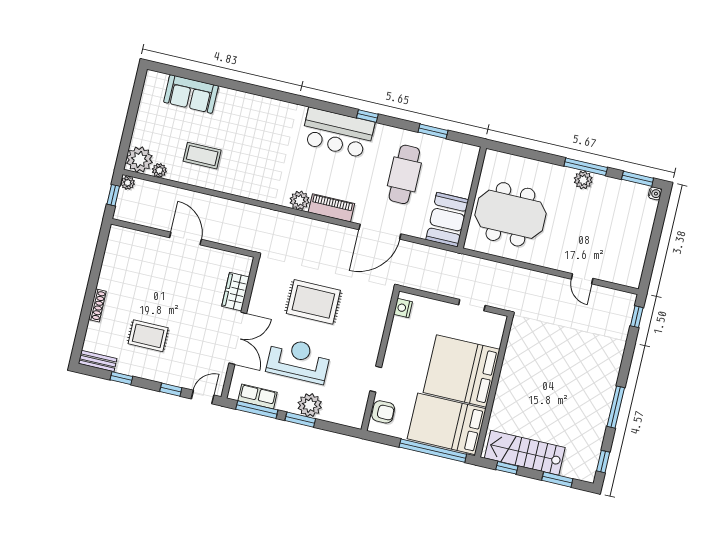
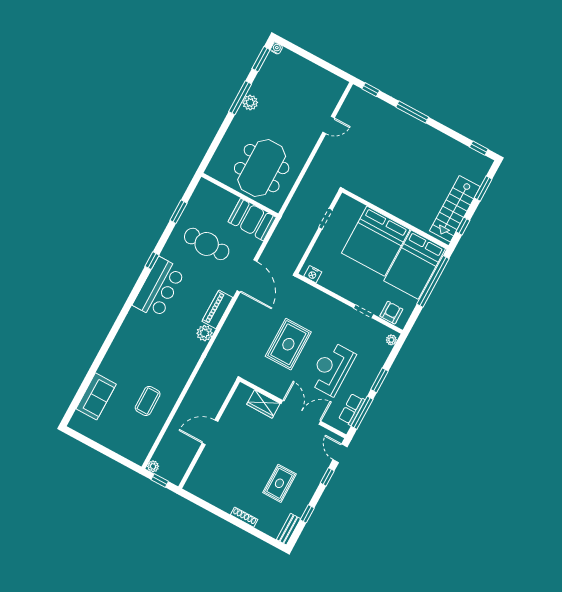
plant: (139, 160) -> (137, 452), removed
plant: (159, 170) -> (150, 438), removed
plant: (310, 405) -> (391, 340), moved, width x0.53, depth x0.53
window: (616, 407) -> (412, 112), moved

